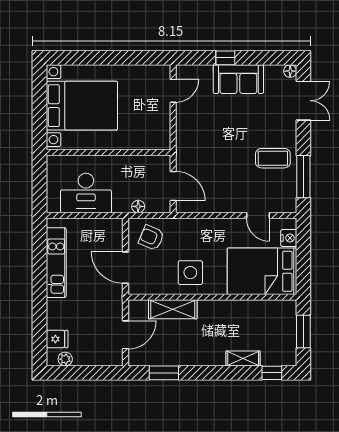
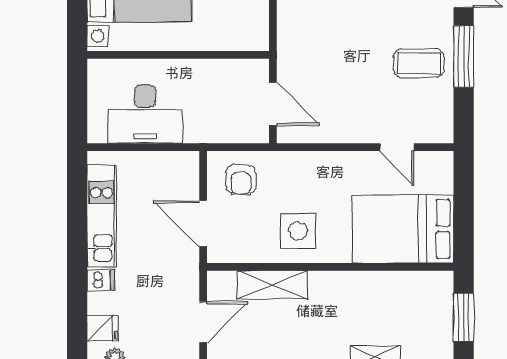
window: (303, 177) -> (464, 57), moved
floor lamp: (138, 206) -> (222, 134), removed
armchair: (151, 238) -> (241, 180), turned -113
nightstand: (289, 238) -> (442, 180), removed
dishwasher: (56, 306) -> (101, 280), added

